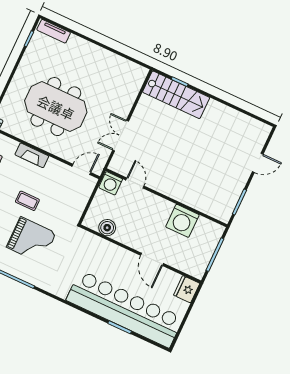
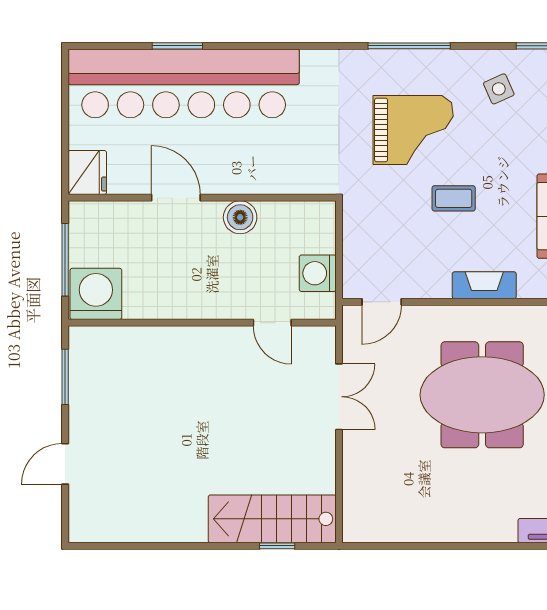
washing machine: (111, 183) -> (318, 273), moved, turned -90
washing machine: (182, 221) -> (96, 294), moved
boiler: (107, 228) -> (240, 217), moved
grand piano: (31, 240) -> (413, 130), turned 180

